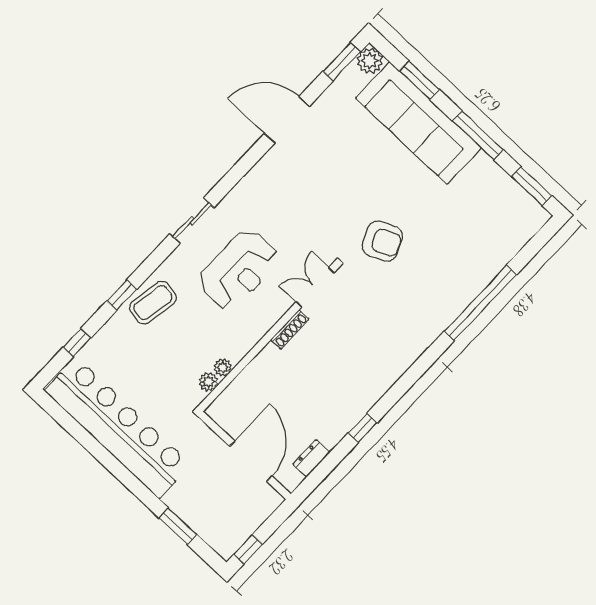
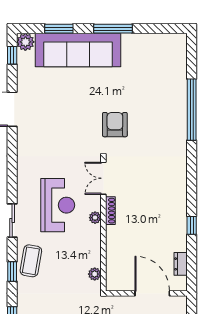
window: (342, 62) -> (12, 55), width x0.67
window: (532, 186) -> (163, 29), removed
sliding door: (192, 221) -> (12, 220), moved
armchair: (382, 241) -> (115, 125), turned -66
plant: (223, 367) -> (95, 218), moved

